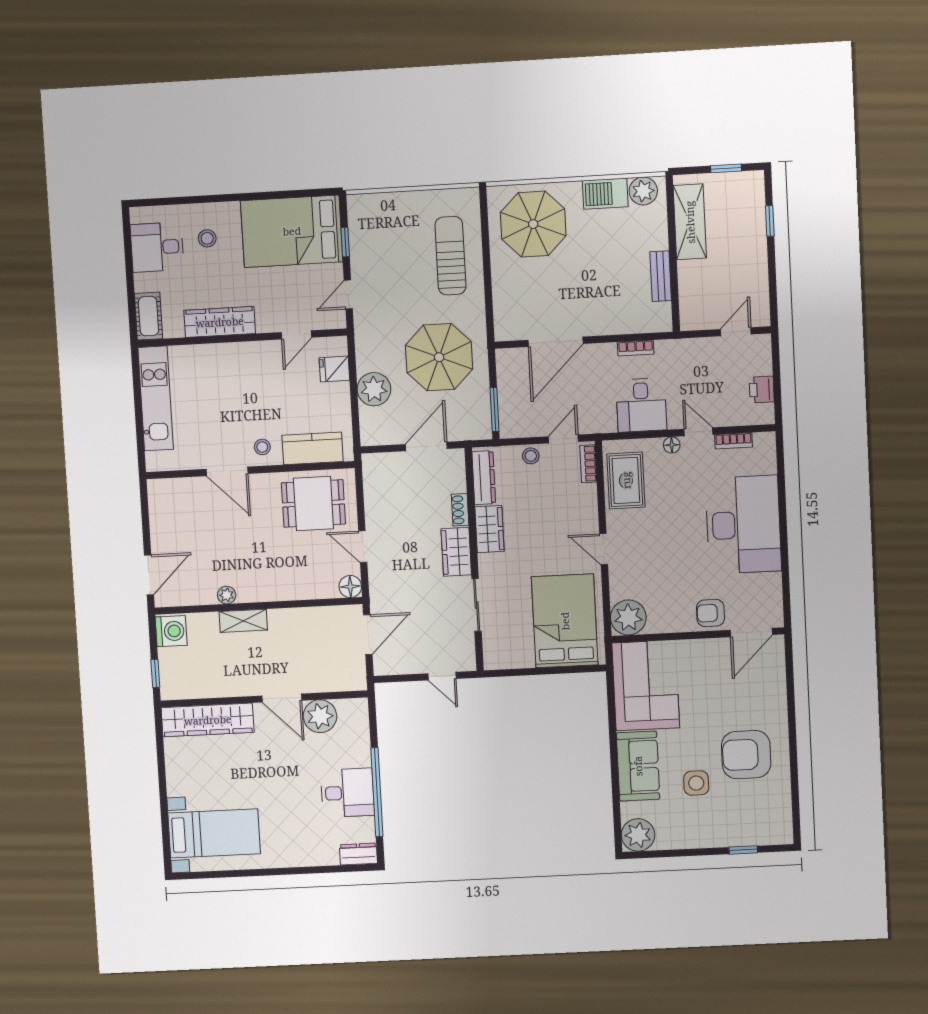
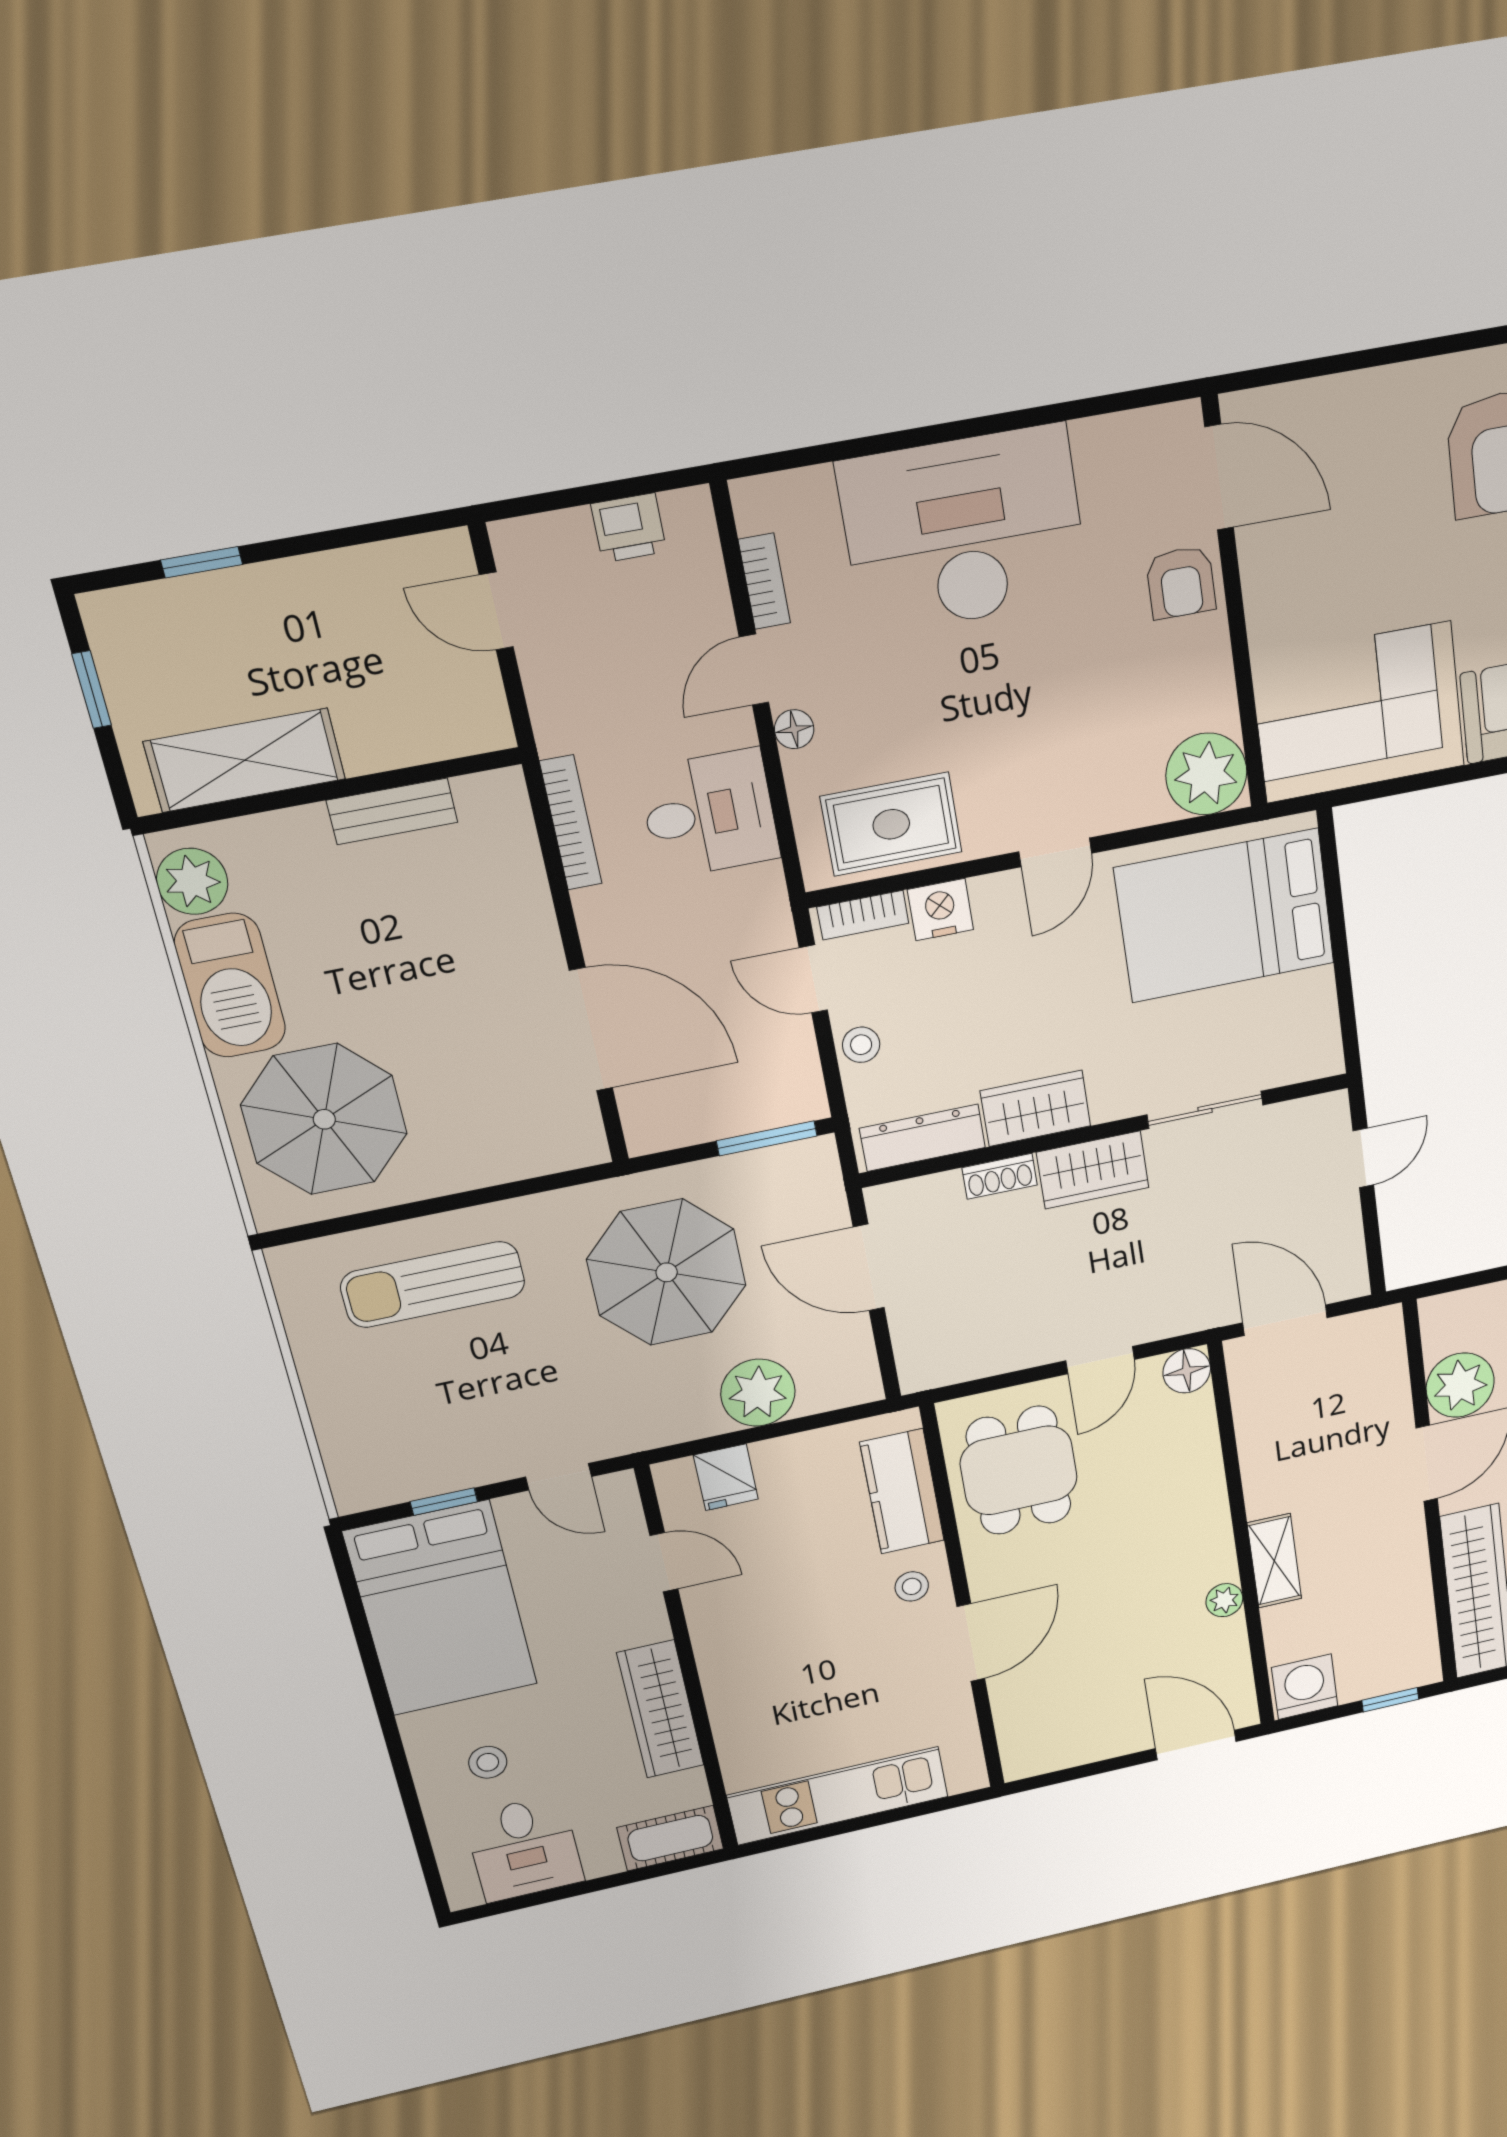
barbecue: (605, 194) -> (230, 986), width x1.37, depth x1.21
bookcase: (636, 348) -> (571, 823), width x1.56
nightstand: (586, 497) -> (940, 910), added

